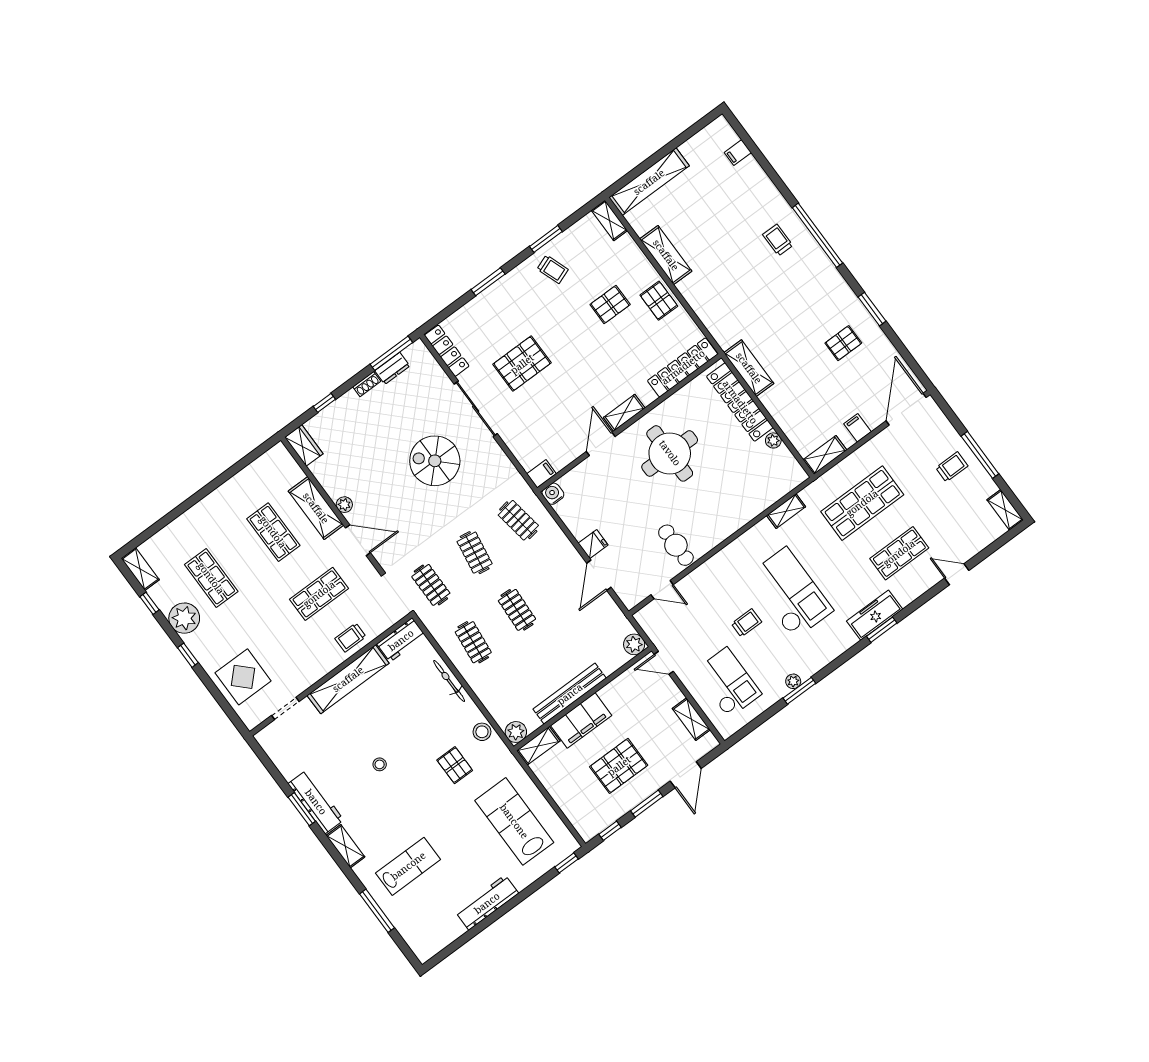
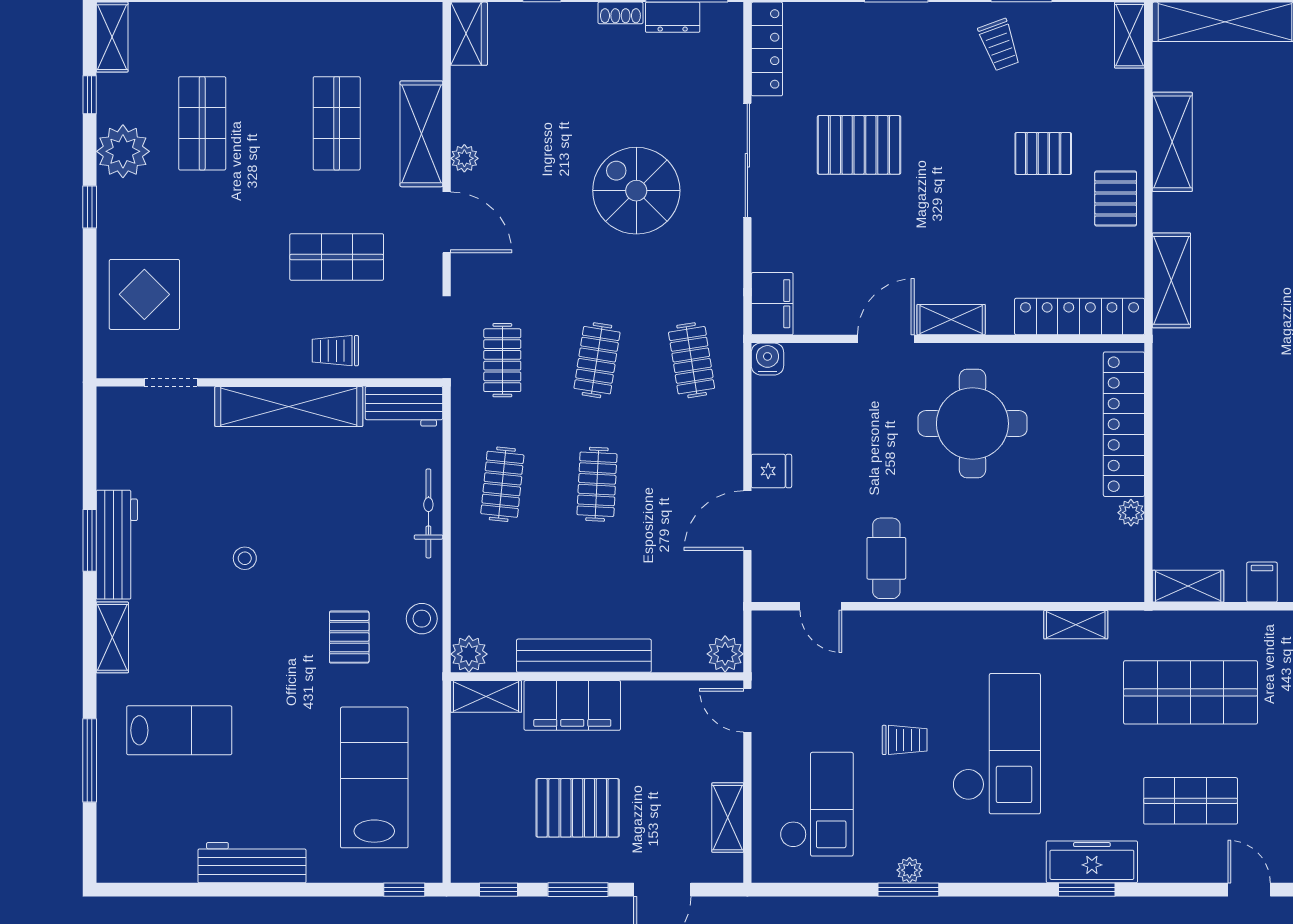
shelving: (749, 368) -> (1171, 280), moved
filing cabinet: (541, 474) -> (772, 304), width x2.00

